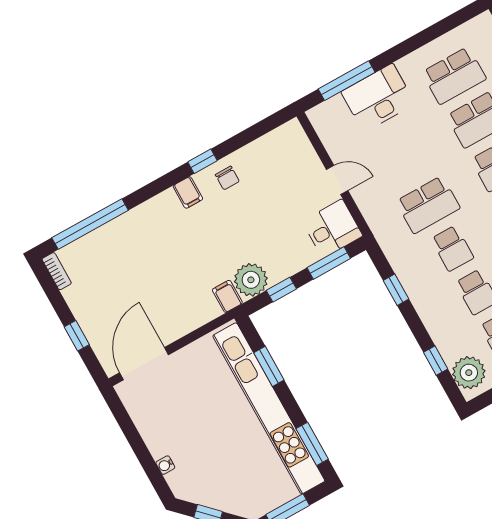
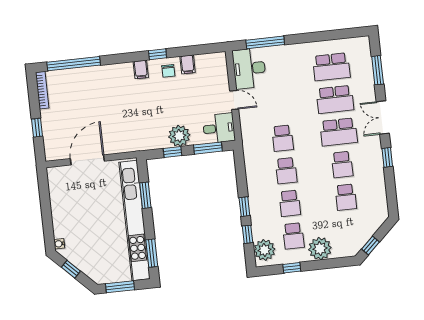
desk: (378, 98) -> (249, 68), moved, turned -90
school desk: (428, 205) -> (283, 138), width x0.54
bookcase: (57, 271) -> (42, 90), width x1.56
plant: (251, 280) -> (179, 136), moved
window: (396, 290) -> (244, 207), moved
filing cabinet: (227, 296) -> (188, 64), moved, turned 180
door: (144, 364) -> (87, 160), moved
water cooler: (165, 465) -> (59, 244), moved

